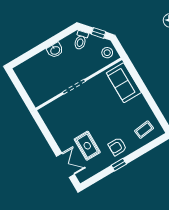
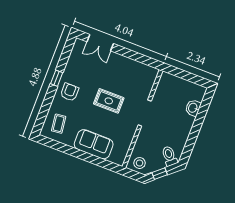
washbasin: (55, 50) -> (193, 108), moved
sofa: (124, 83) -> (94, 144), moved
rug: (87, 146) -> (109, 101), moved

